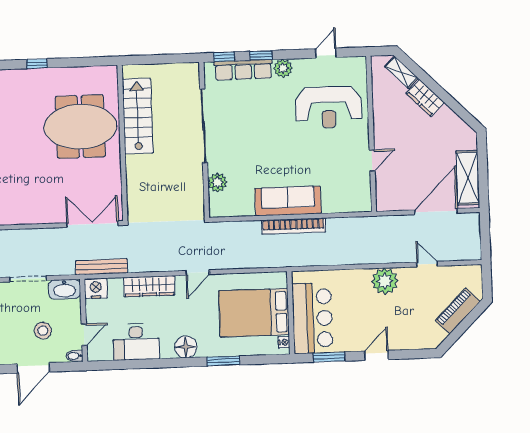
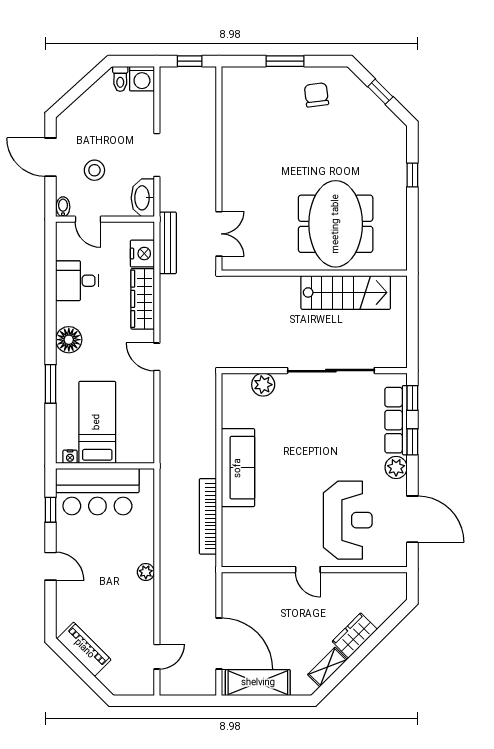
door: (326, 53) -> (412, 519), width x1.88
shelving: (401, 72) -> (327, 667), moved
reception desk: (329, 107) -> (348, 520), turned 180
door: (372, 160) -> (308, 570), moved
double door: (92, 224) -> (219, 234), width x0.73
bookcase: (293, 226) -> (208, 516), moved
door: (427, 264) -> (157, 657), moved
plant: (385, 281) -> (146, 572), width x0.53, depth x0.53
nightstand: (96, 288) -> (142, 254), moved
piano: (458, 311) -> (84, 649), moved
bed: (254, 313) -> (97, 422), width x0.67
desk: (136, 342) -> (77, 281), width x0.73
window: (329, 357) -> (50, 510), width x0.67

